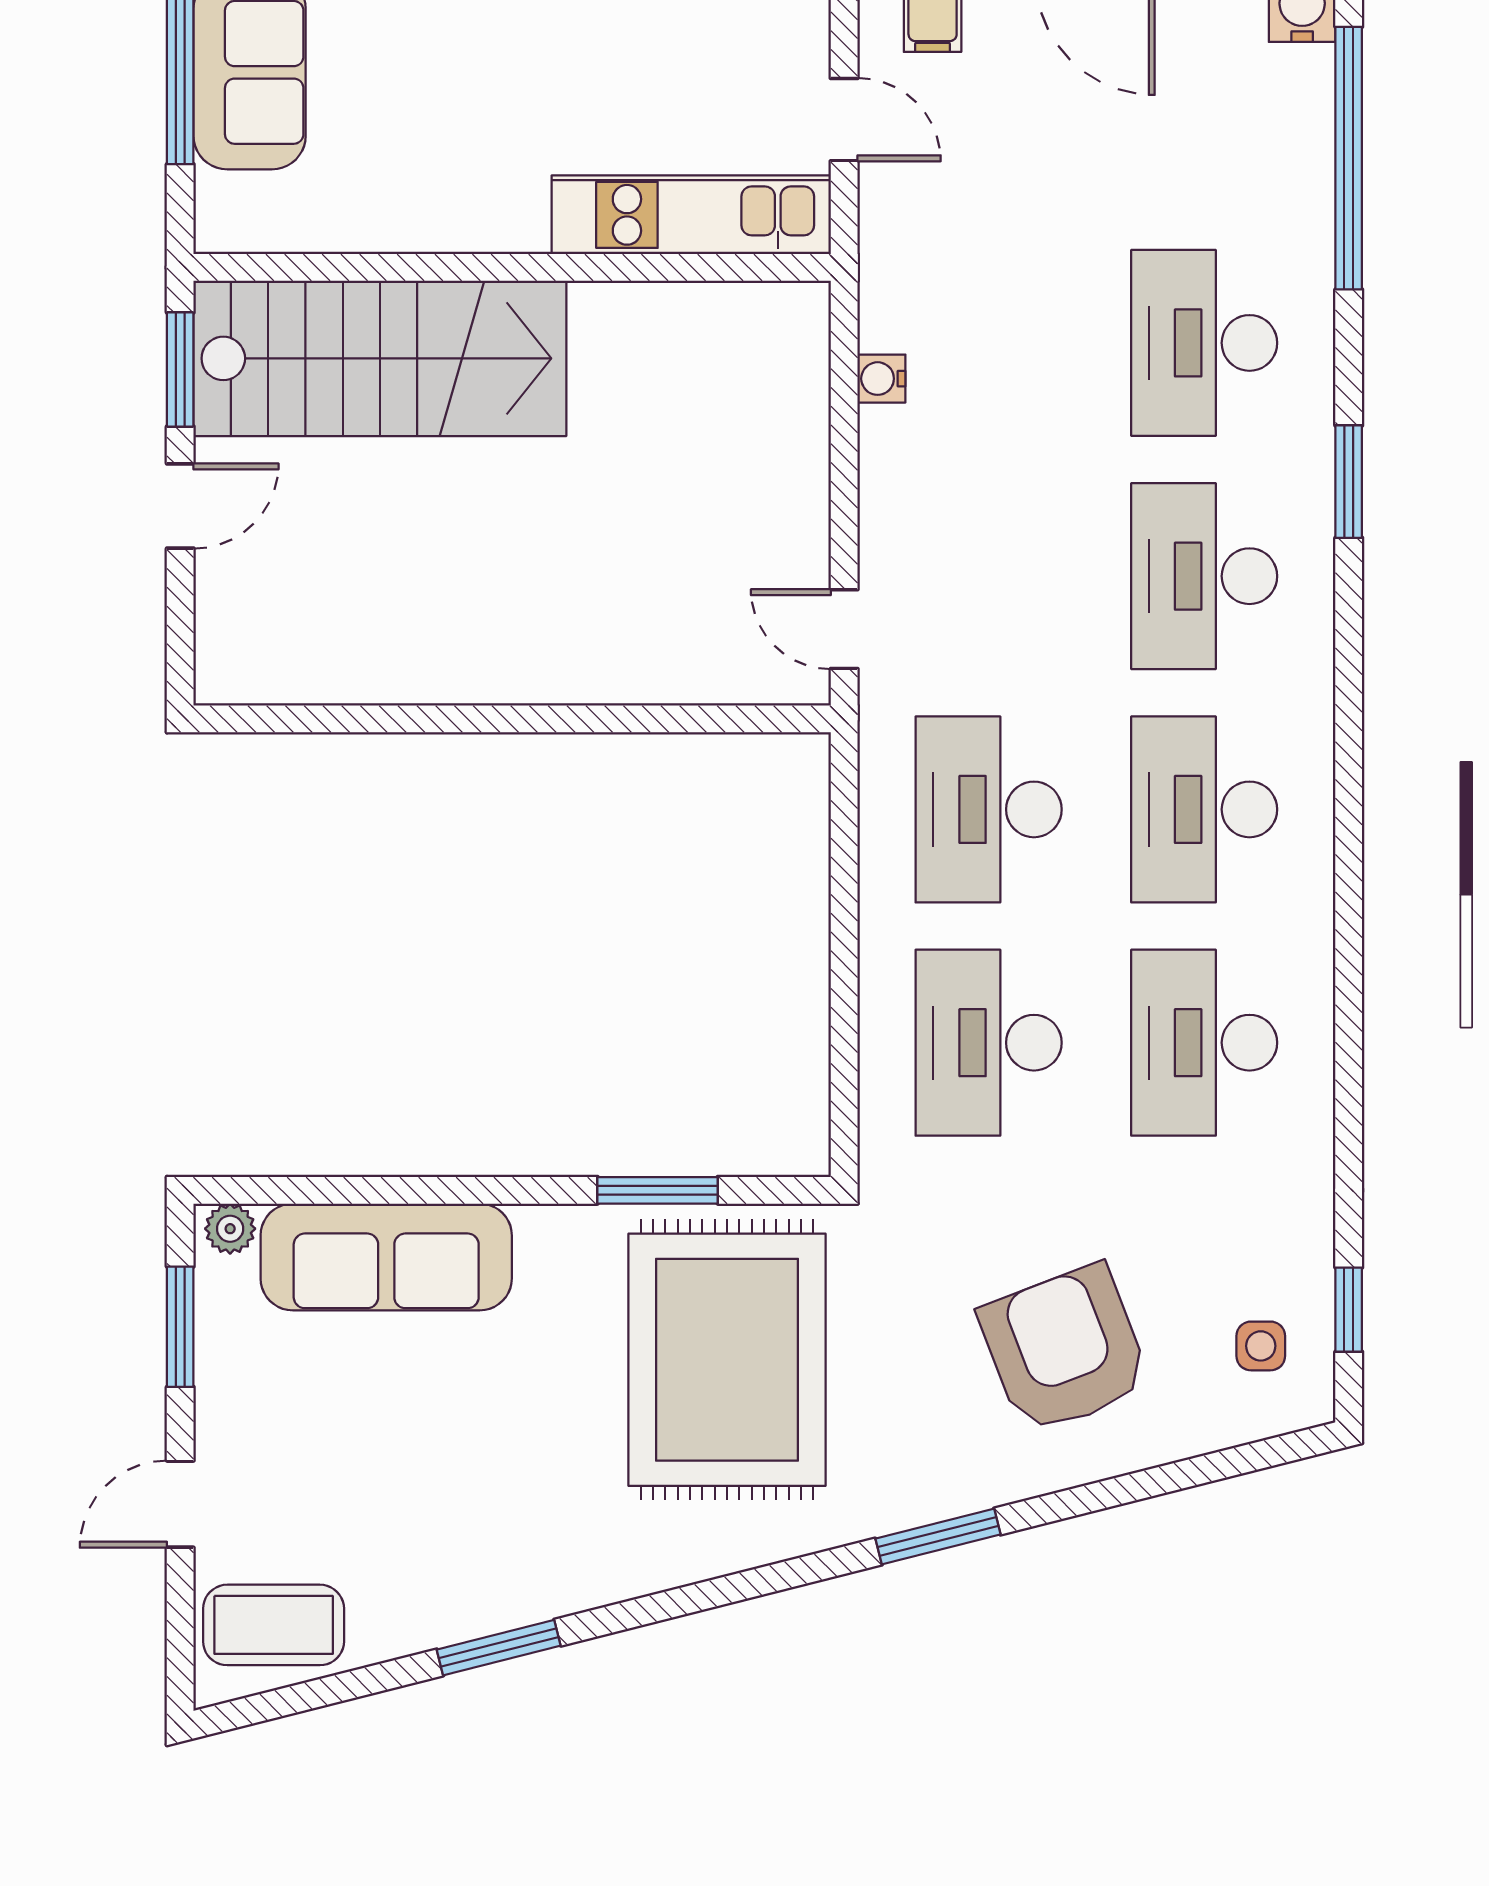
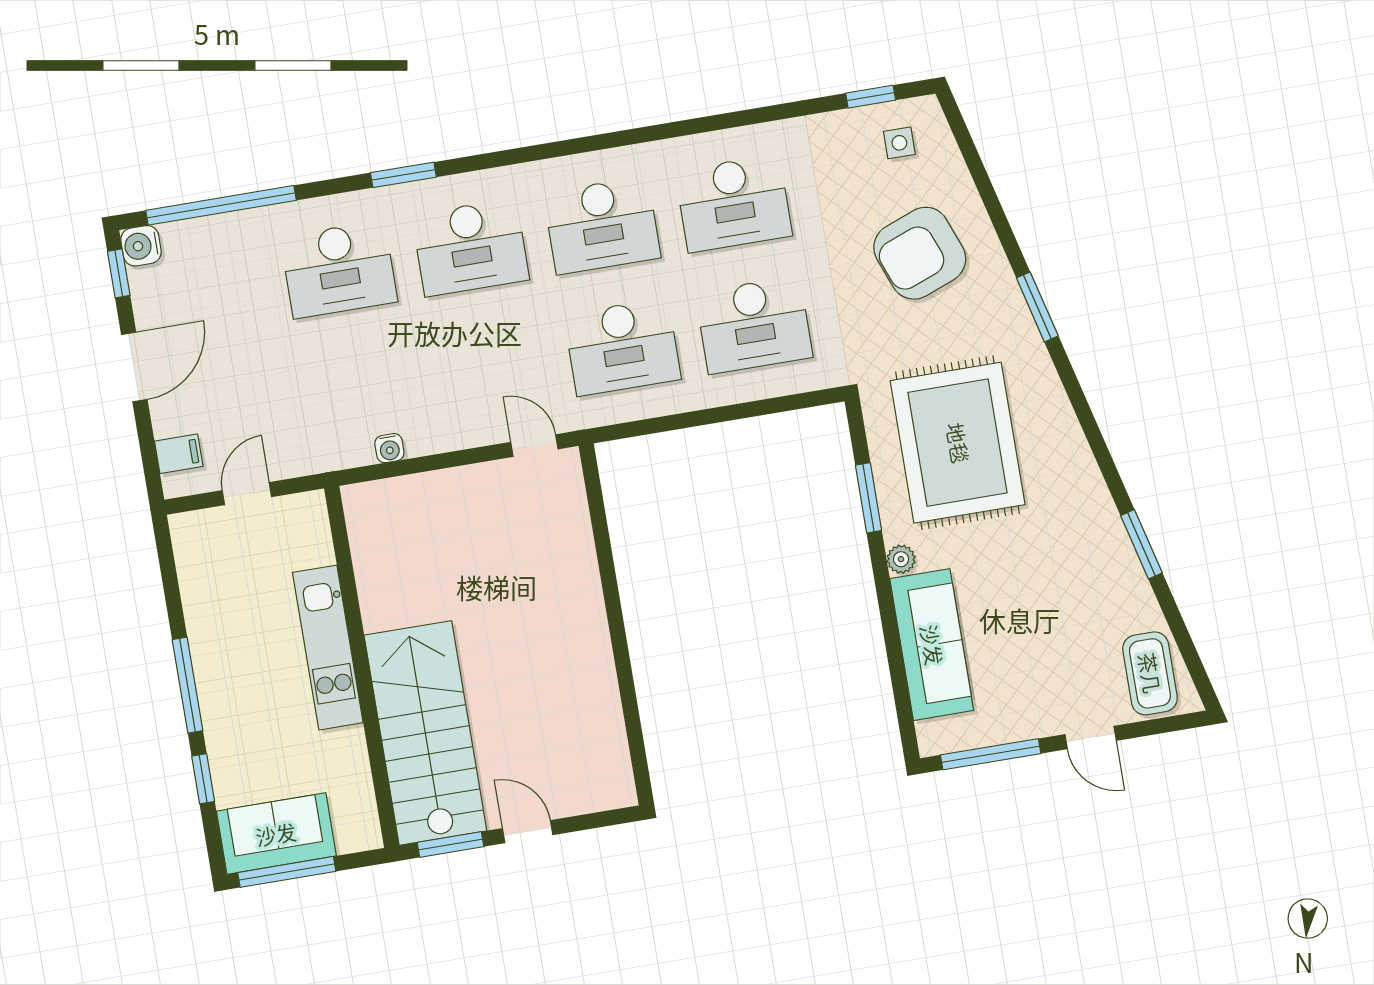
kitchen unit: (691, 215) -> (328, 648), moved
door: (844, 629) -> (534, 446), swing flipped
plant: (230, 1229) -> (901, 559), moved
window: (180, 1327) -> (991, 754), width x1.44
rug: (727, 1360) -> (958, 443), turned 90

